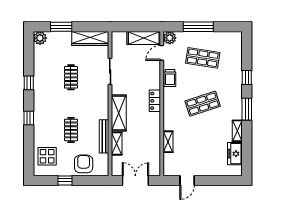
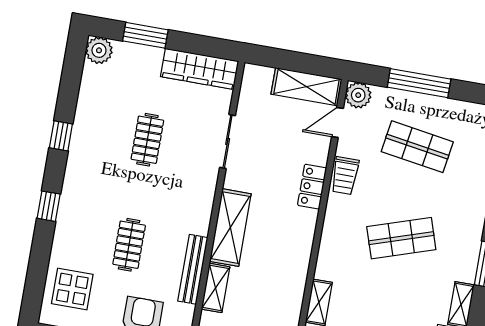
locker: (155, 101) -> (312, 187), moved

